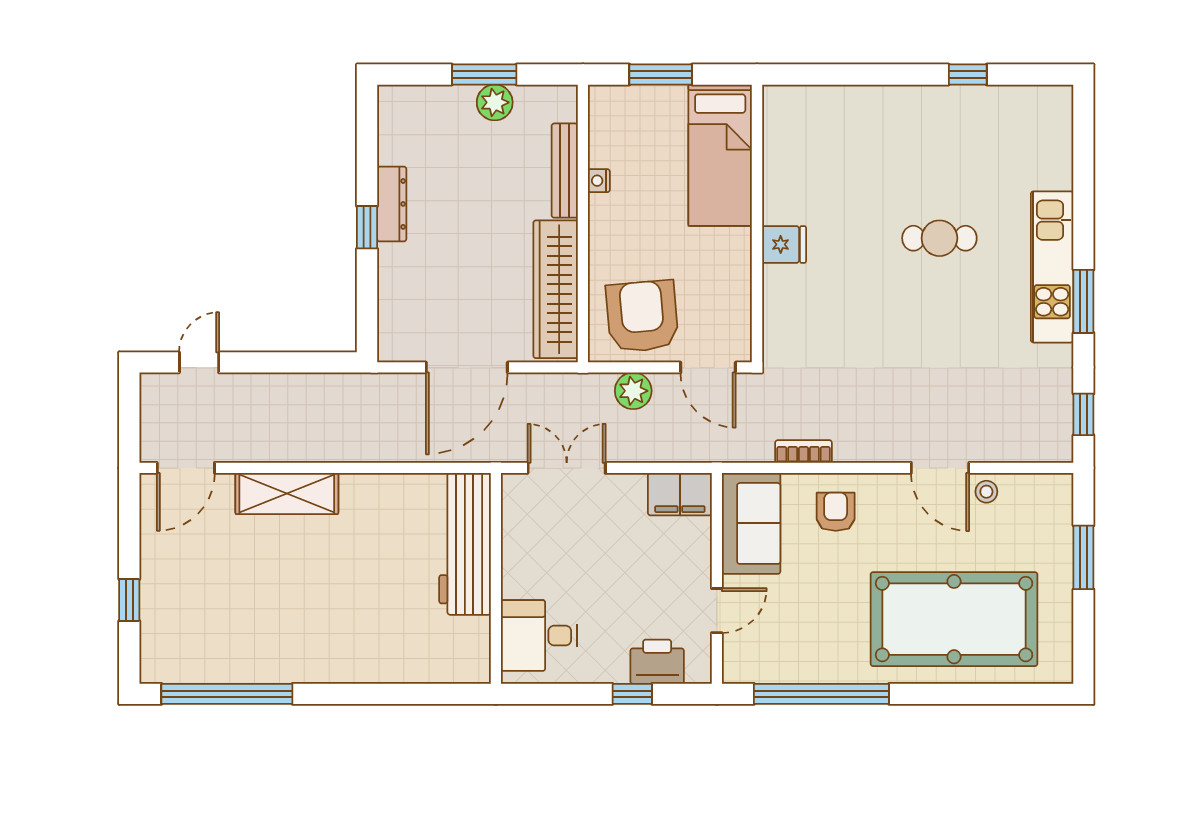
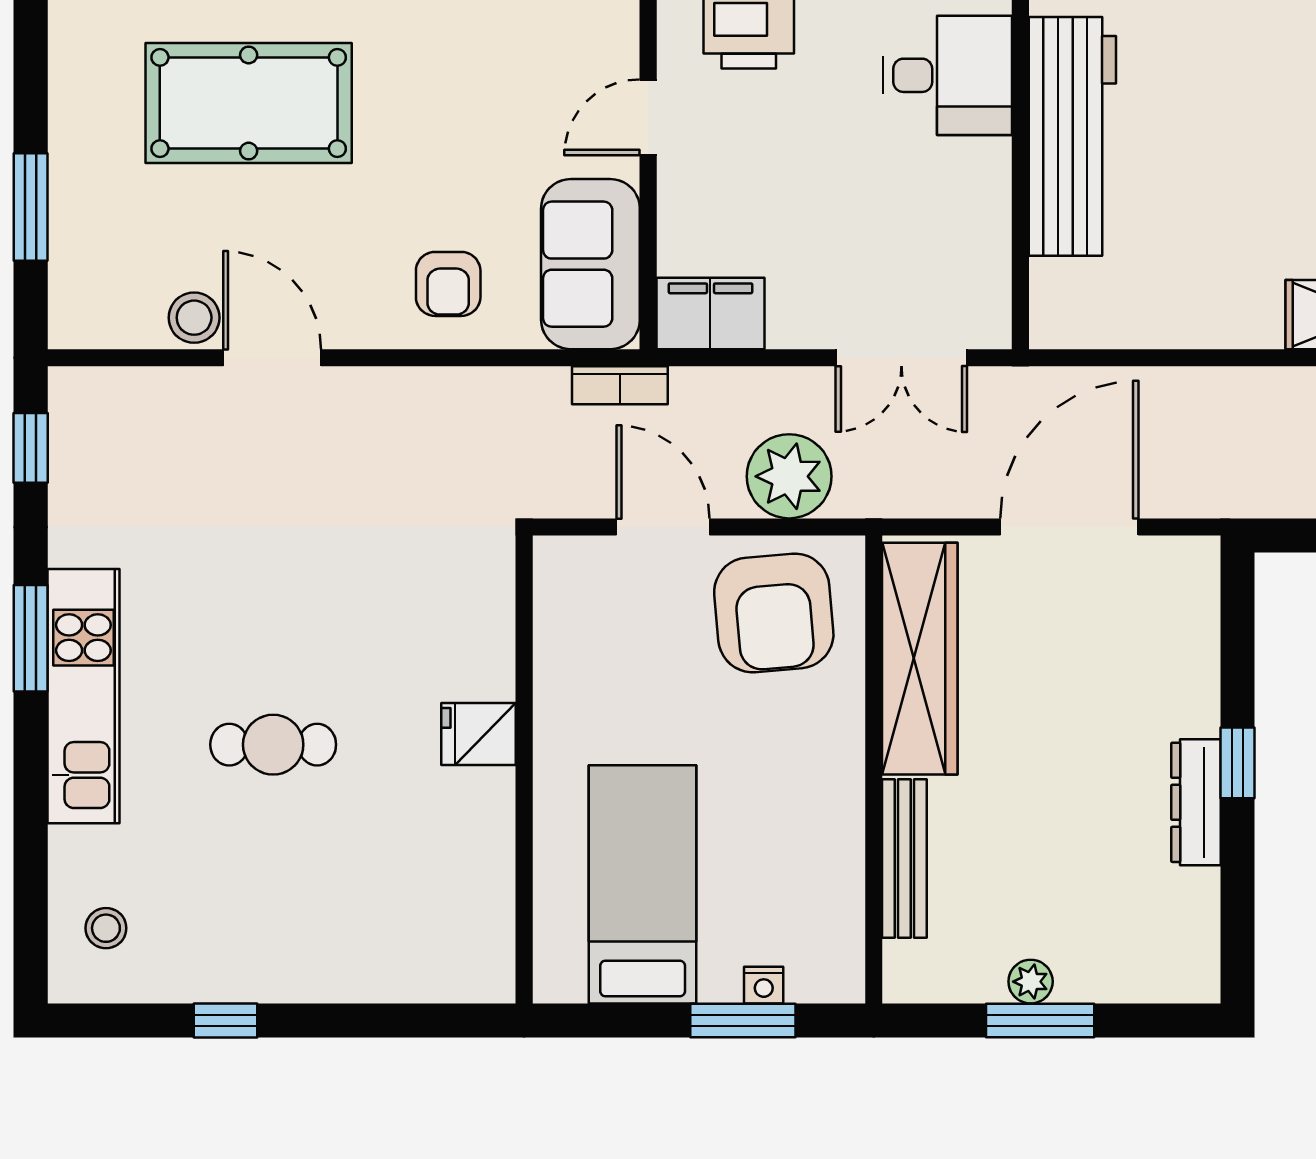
plant: (495, 102) -> (1031, 982), width x0.73, depth x0.73
stool: (1039, 129) -> (106, 928), added
nightstand: (599, 181) -> (764, 985), moved, turned 90
wall: (757, 223) -> (524, 769), moved
fridge: (784, 244) -> (479, 734), moved
plant: (633, 391) -> (789, 476), width x1.36, depth x1.36
bookcase: (804, 452) -> (620, 385), moved
stool: (986, 492) -> (194, 318), width x1.37, depth x1.37
workbench: (465, 544) -> (1072, 136), moved
pool table: (954, 619) -> (249, 103), width x0.73, depth x0.76

